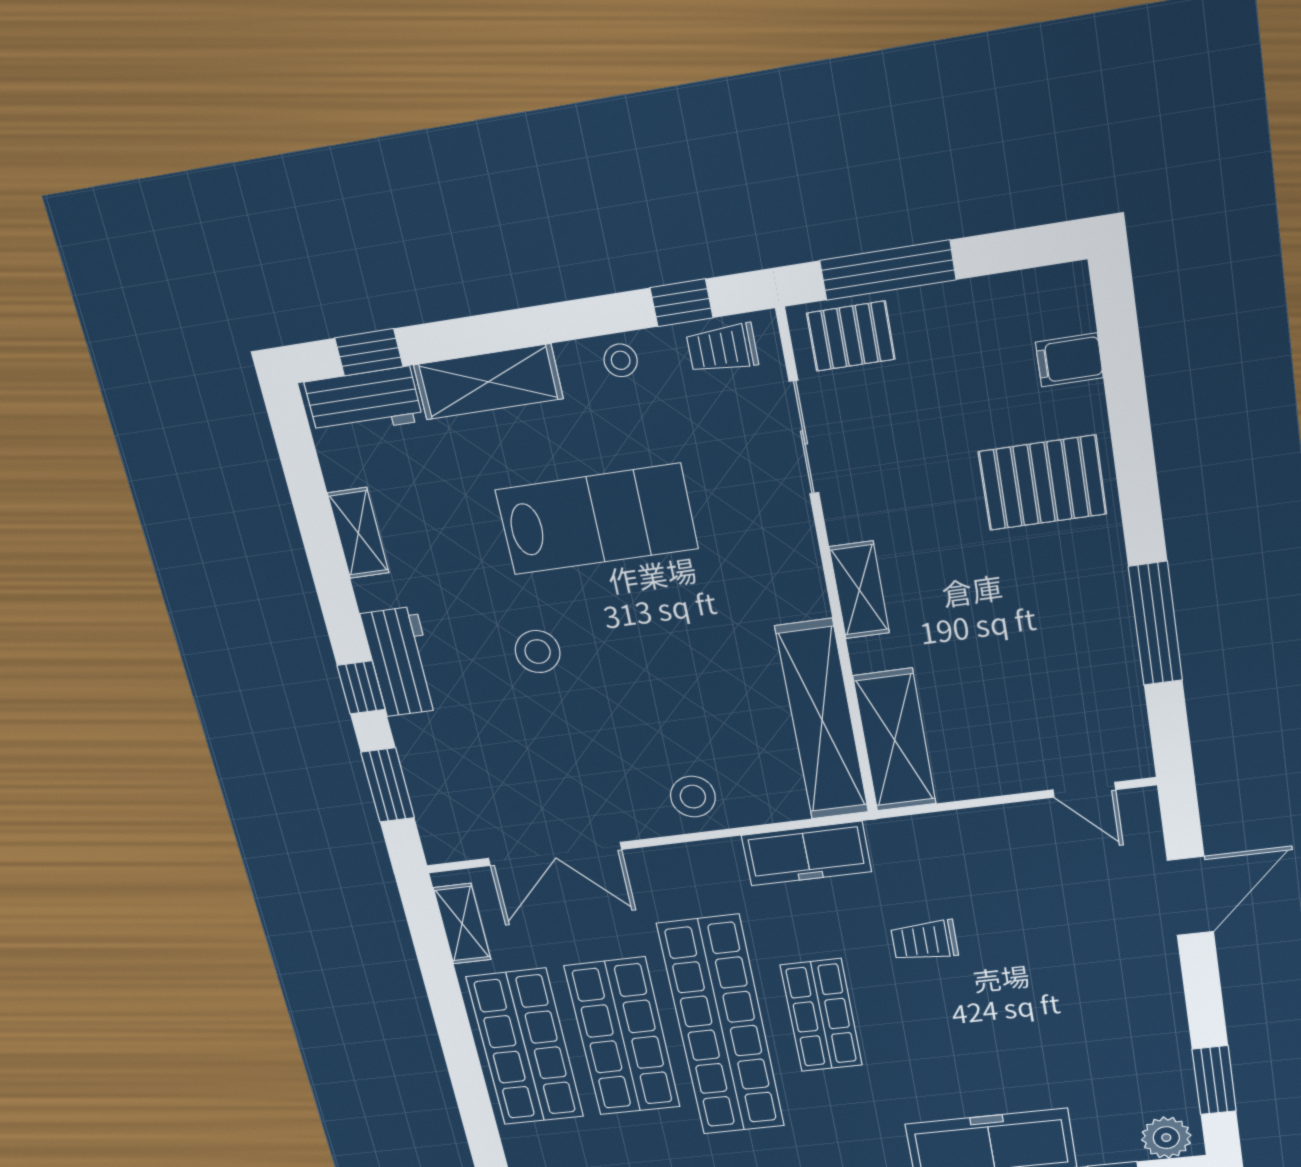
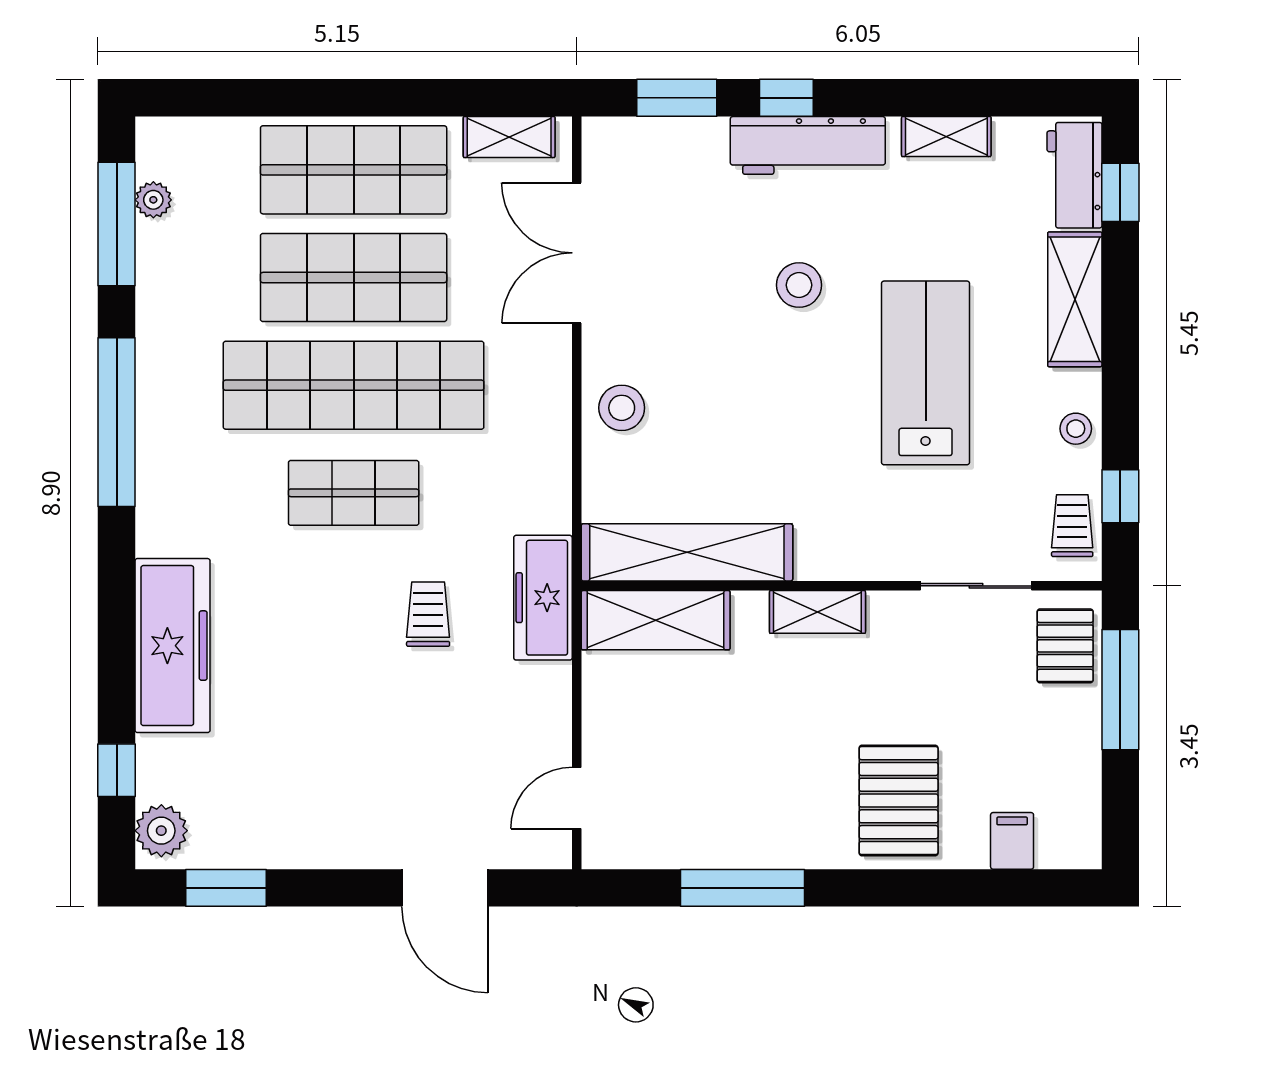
lab bench: (597, 519) -> (926, 373), turned 180
workbench: (401, 662) -> (808, 145), width x1.38
freezer: (806, 854) -> (543, 598), moved

